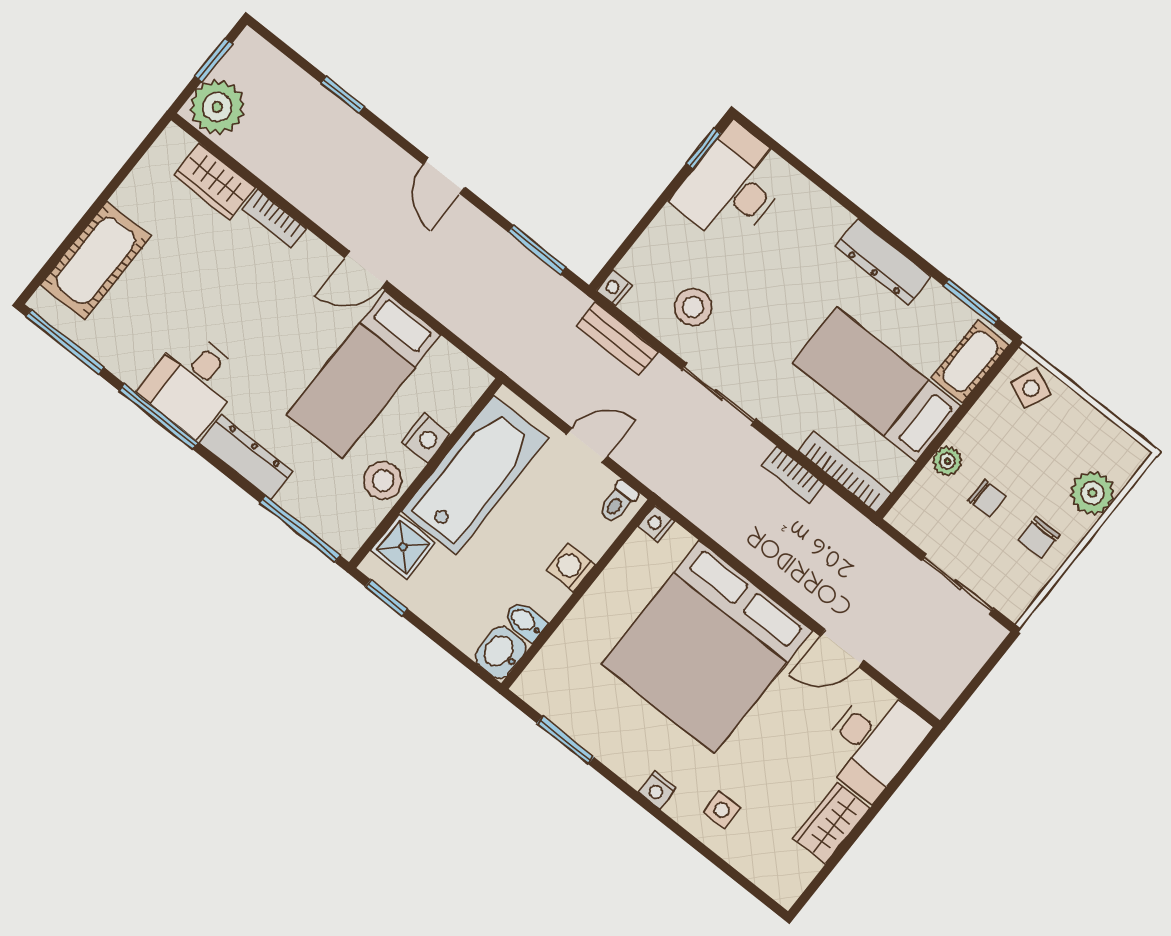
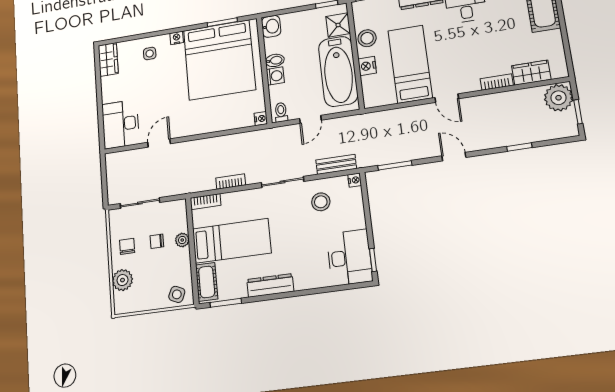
door: (366, 269) -> (447, 98), swing flipped
bookcase: (845, 472) -> (205, 202), width x0.64
bidet: (525, 621) -> (275, 60), moved
bed: (707, 647) -> (219, 60), moved, turned 180
wardrobe: (832, 823) -> (108, 59), moved

